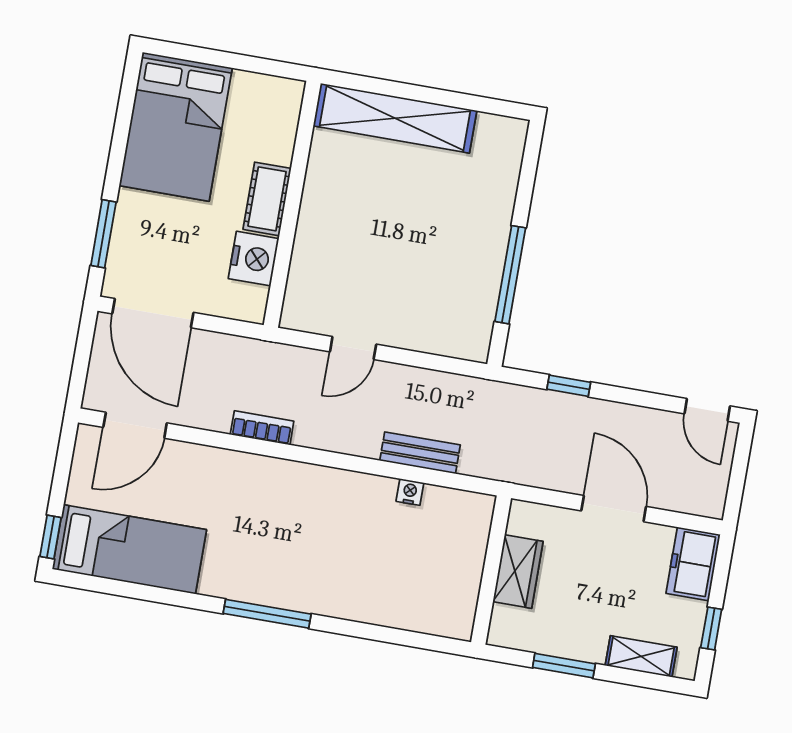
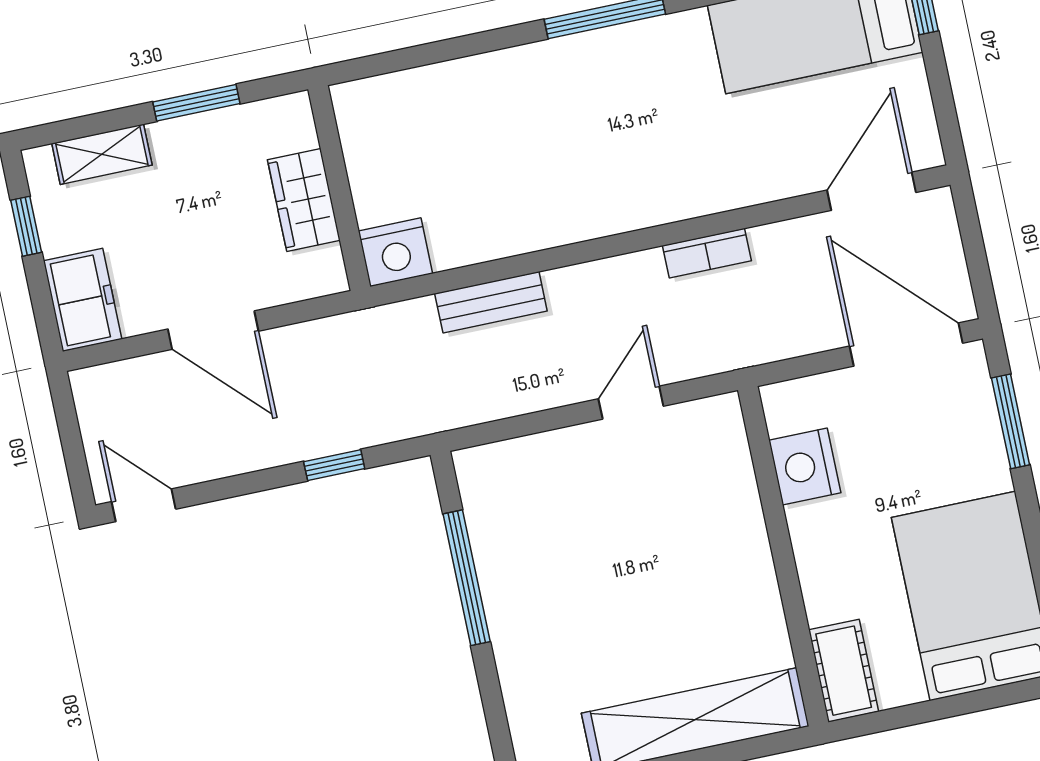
cot: (267, 199) -> (844, 671), moved
nightstand: (410, 492) -> (395, 252), moved, width x1.89, depth x1.79

